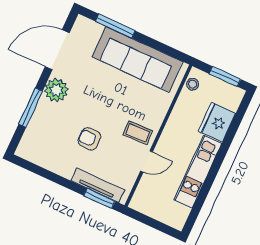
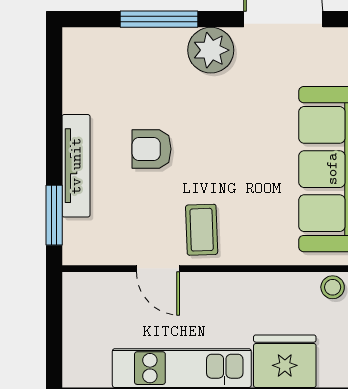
armchair: (89, 139) -> (152, 149), turned -90
tv unit: (98, 185) -> (76, 166), moved

